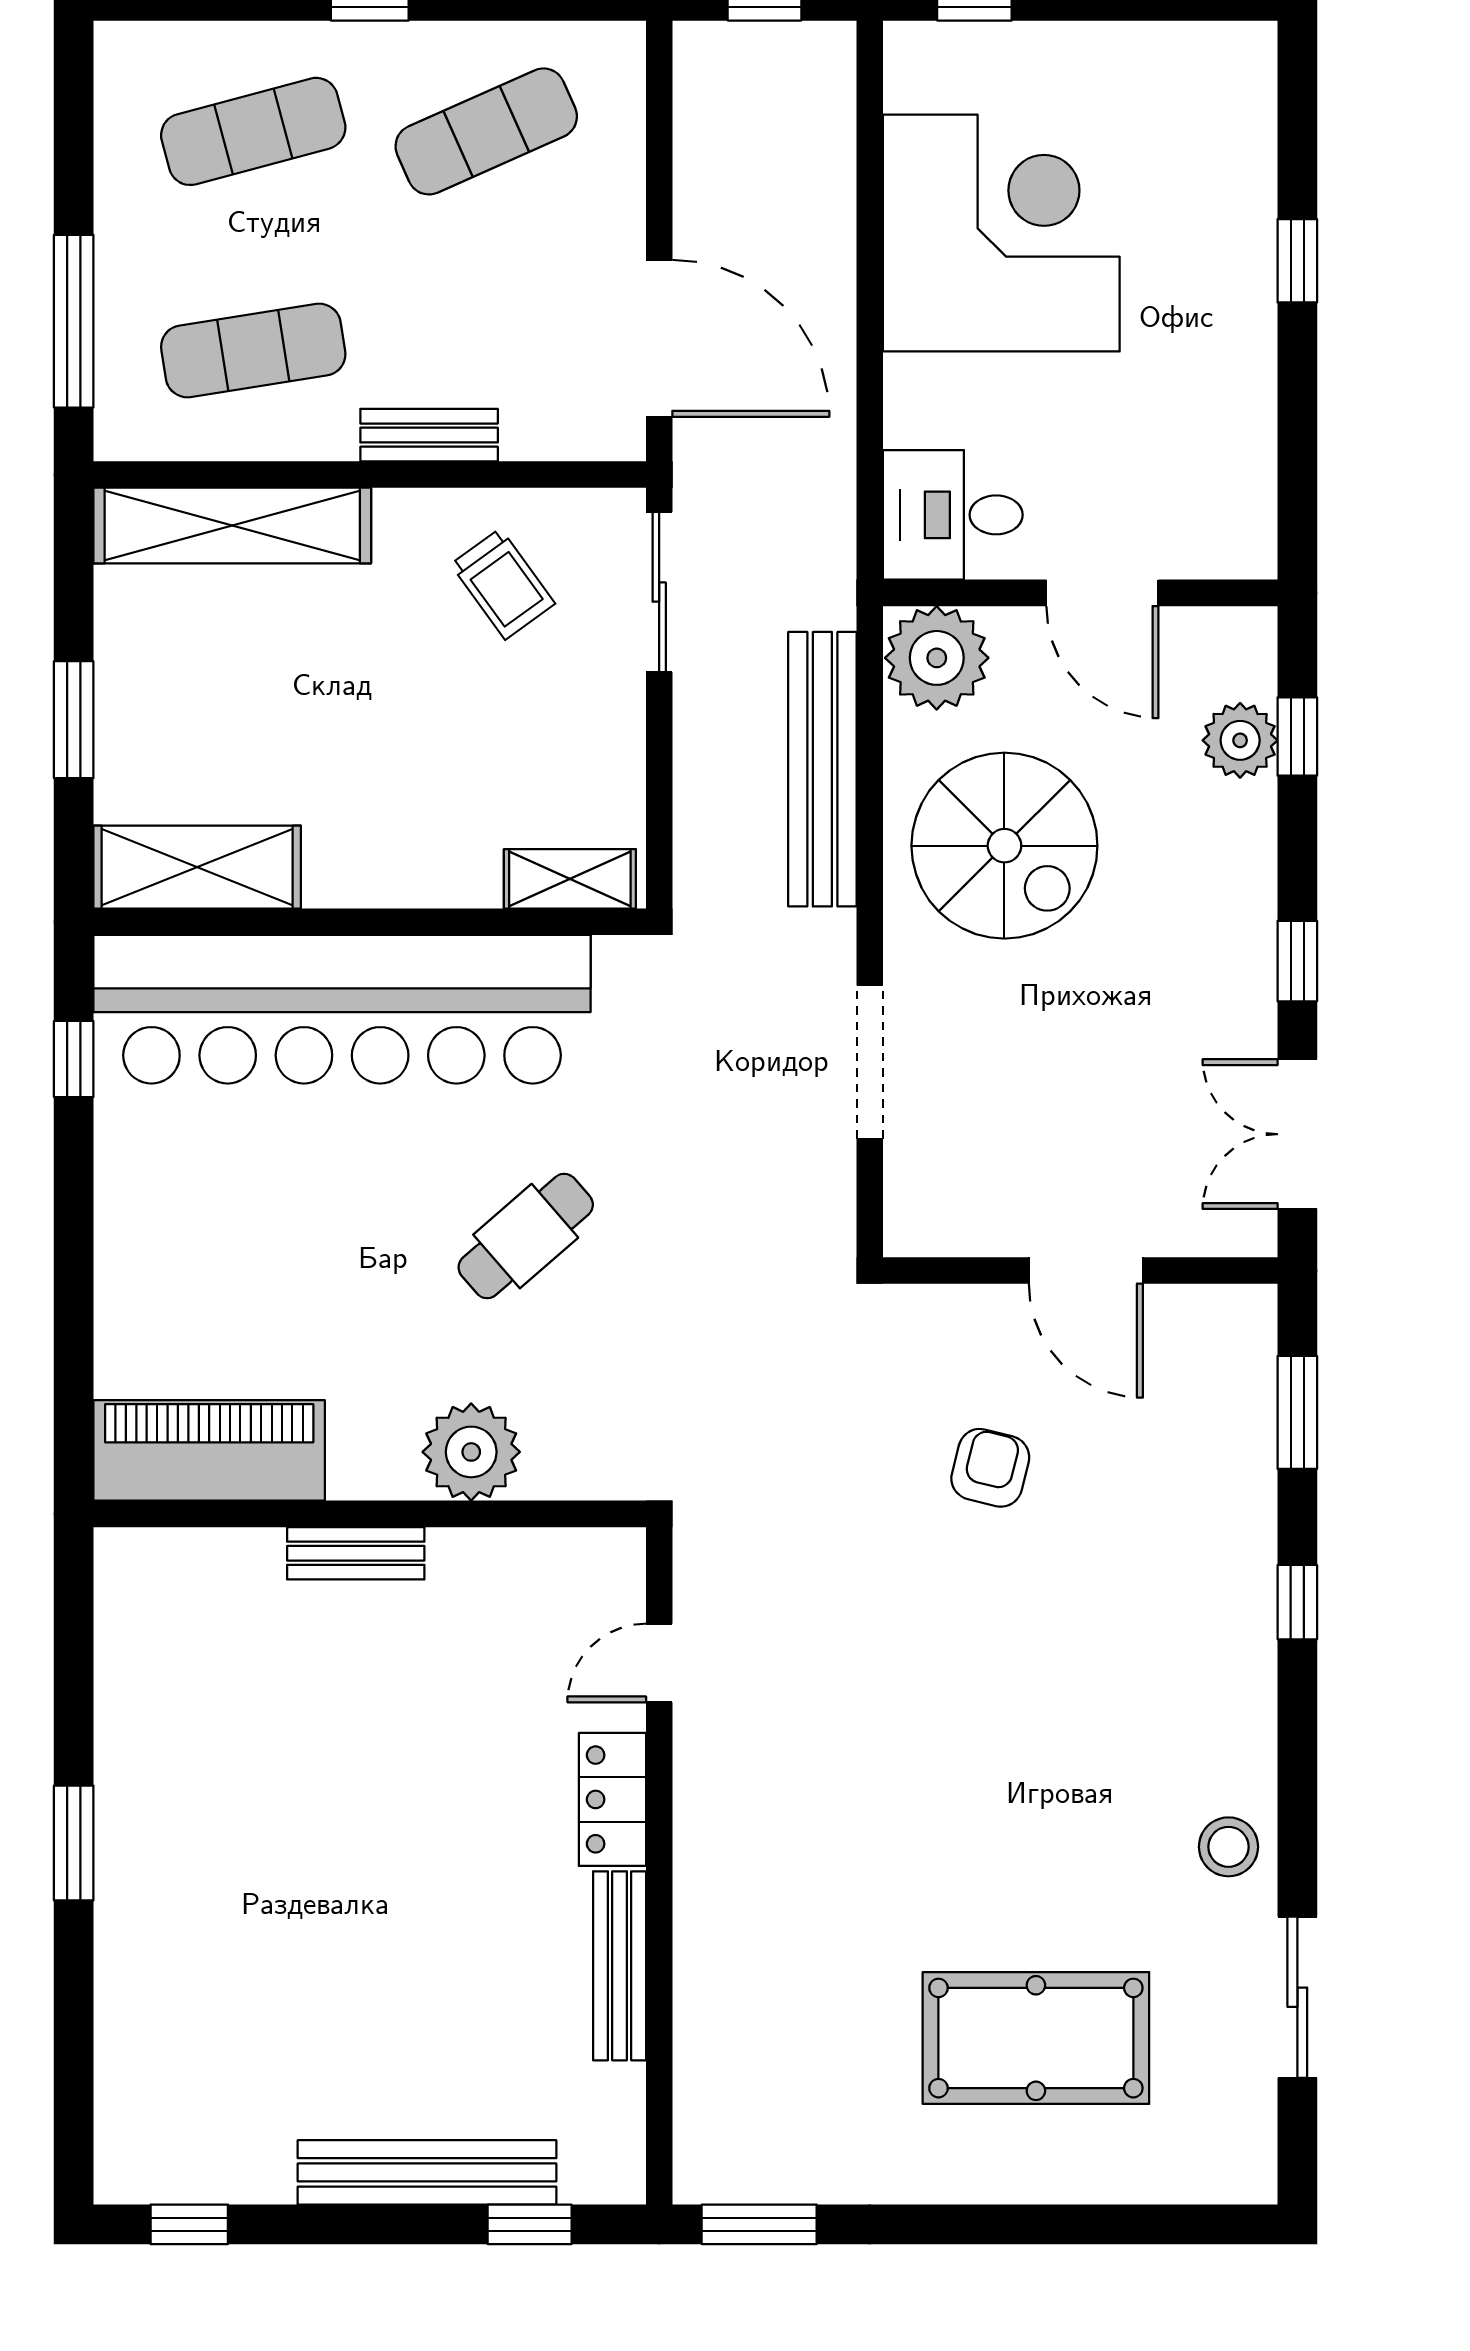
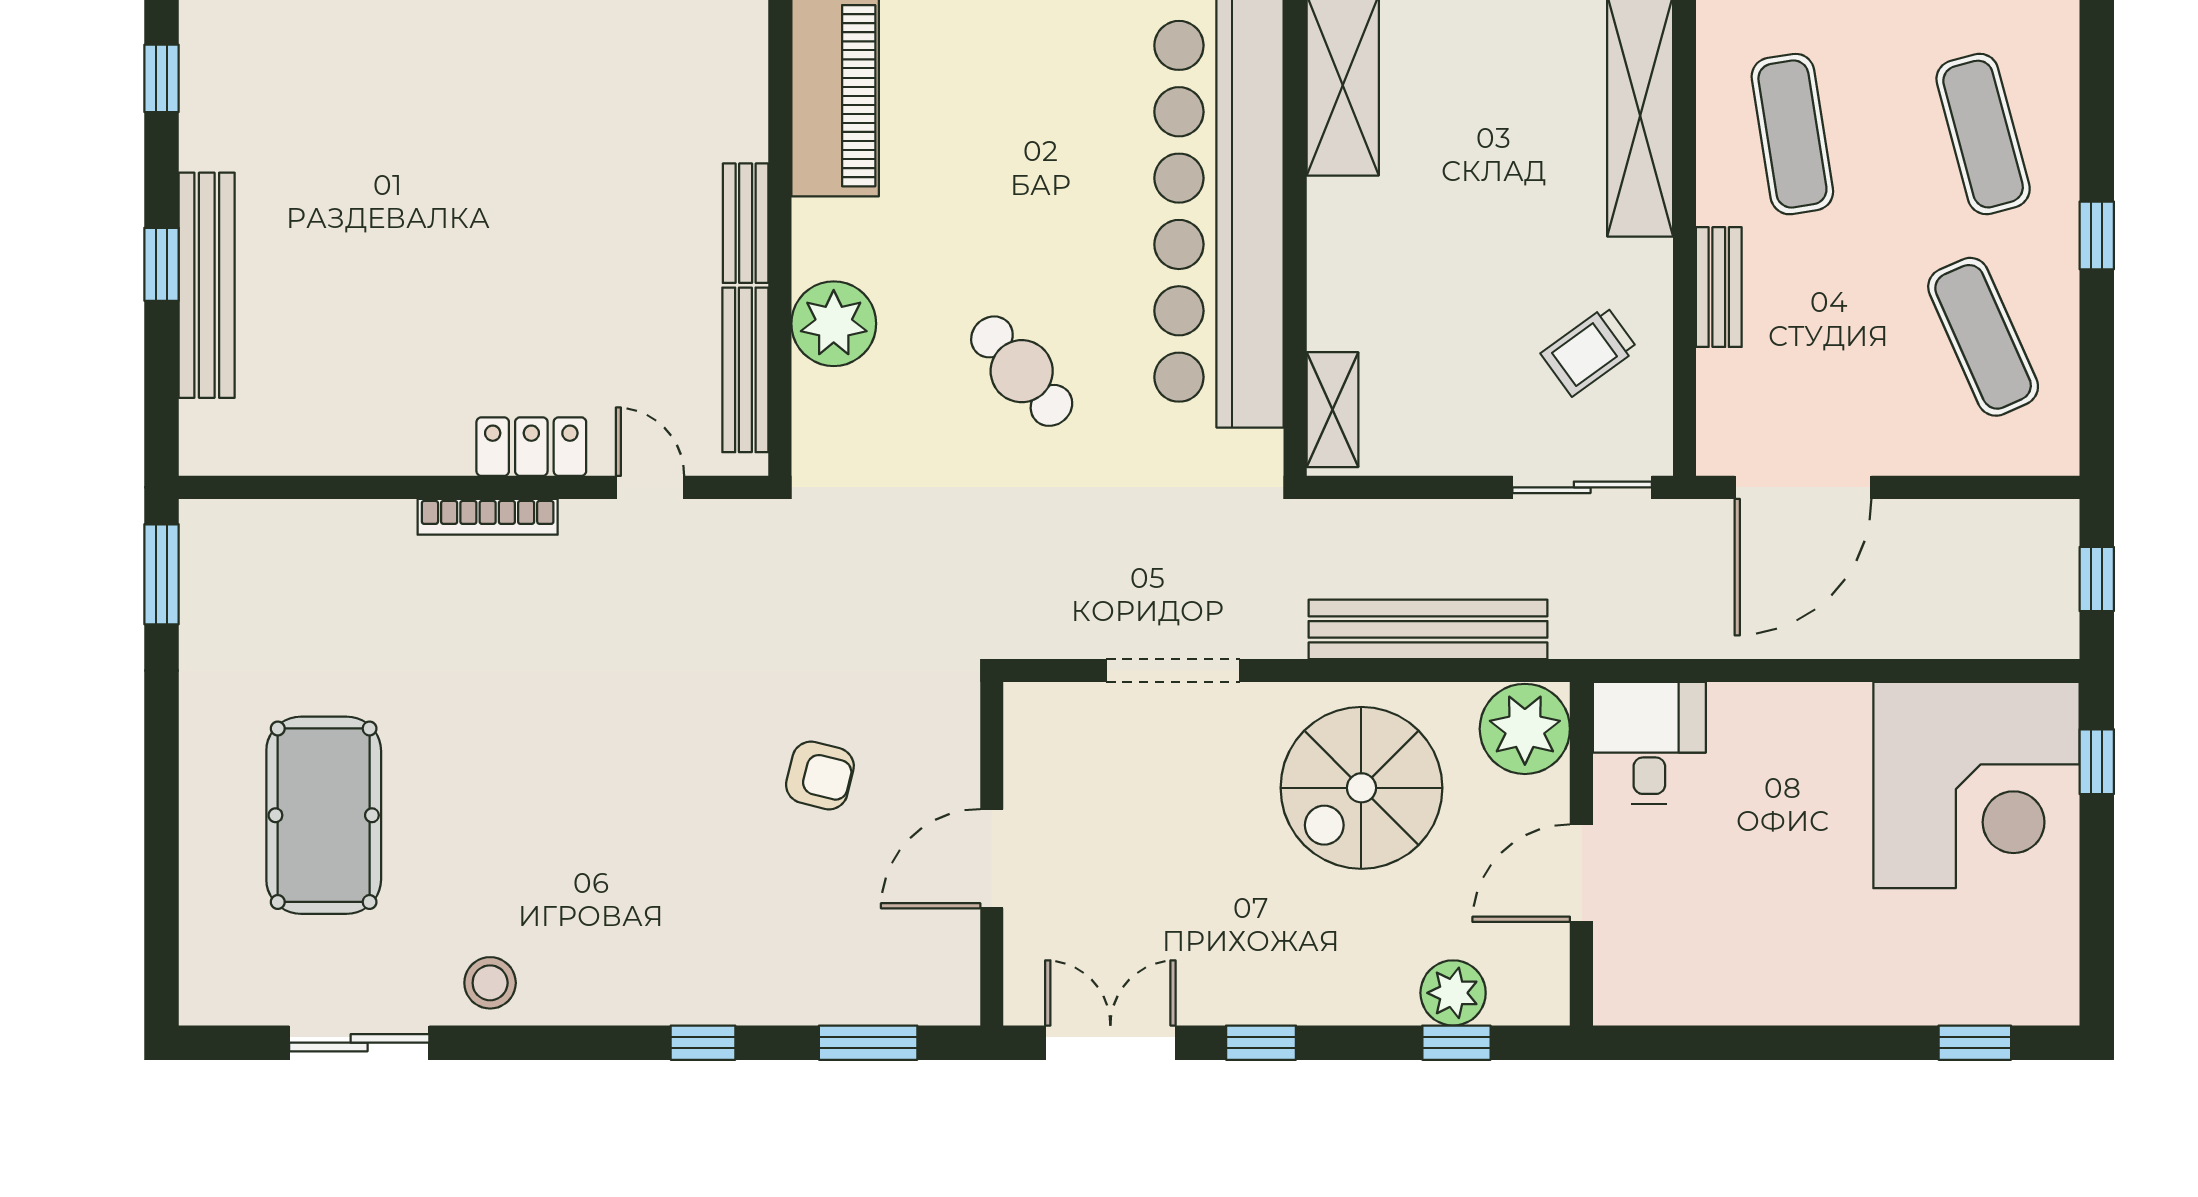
corner desk: (1001, 233) -> (1976, 785), moved
window: (1297, 261) -> (1975, 1043), moved
bookcase: (693, 1850) -> (488, 517), added
bench: (620, 1966) -> (745, 370), moved, turned 90
window: (530, 2224) -> (162, 264), moved

